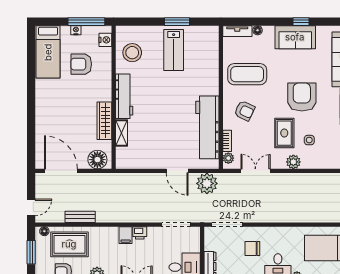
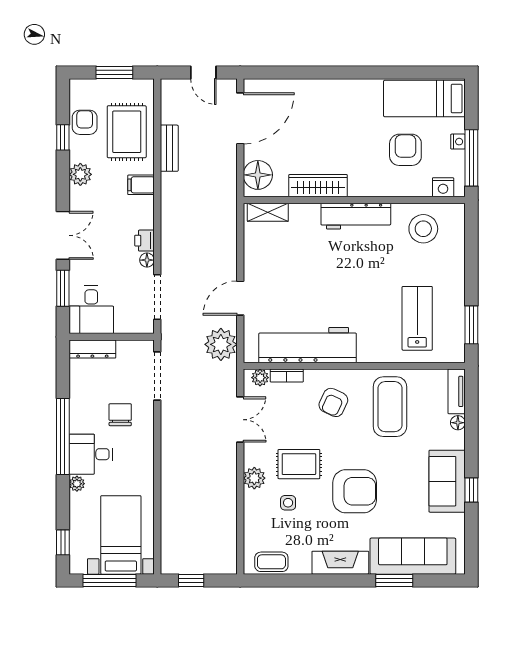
window: (177, 22) -> (471, 325), moved
lab bench: (174, 50) -> (417, 318), moved, turned 90
shelving: (122, 133) -> (268, 212), moved
door: (31, 207) -> (203, 73), moved
floor lamp: (44, 231) -> (147, 260), moved
filing cabinet: (126, 235) -> (141, 185), moved

